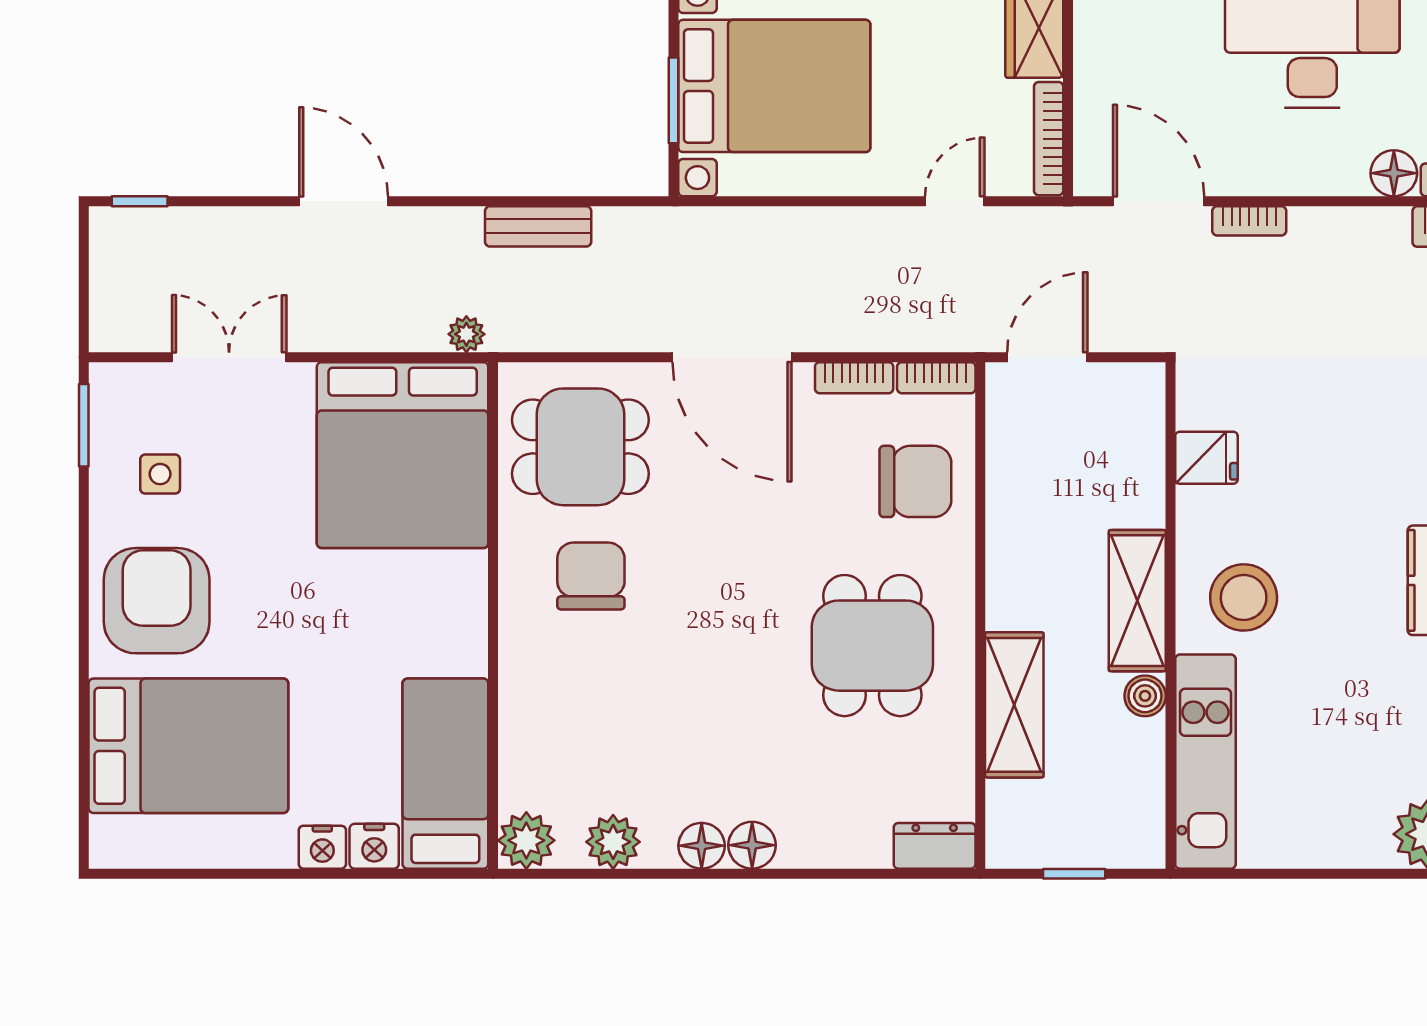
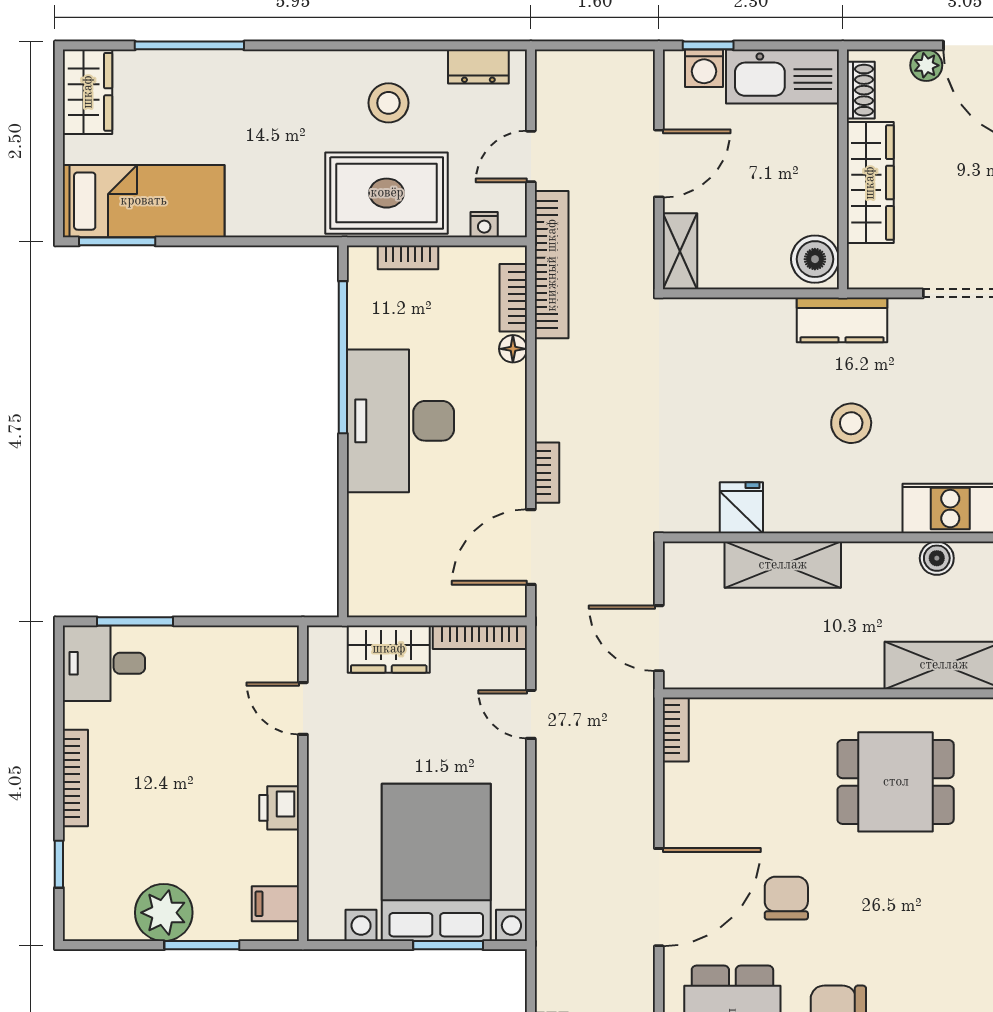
floor lamp: (1394, 173) -> (513, 349), width x0.73, depth x0.73
bookcase: (854, 378) -> (676, 797), removed
chair: (915, 481) -> (786, 898), moved, width x0.73, depth x0.73
stool: (1244, 597) -> (851, 423), moved, width x0.73, depth x0.73
shelving: (1137, 601) -> (783, 565), moved

